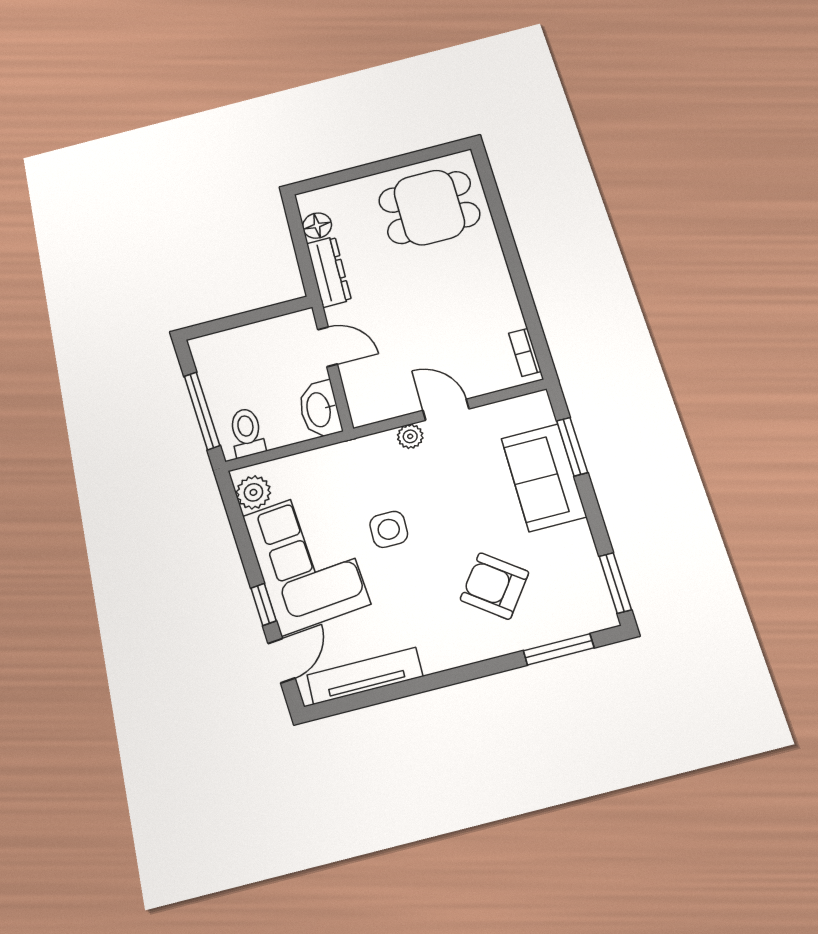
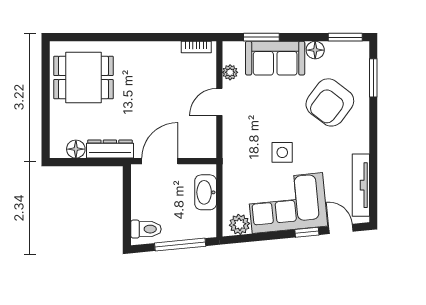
dining table: (429, 207) -> (83, 78), turned 90
door: (328, 347) -> (160, 161), width x1.38
washbasin: (320, 409) -> (206, 192), moved, turned 90
toilet: (247, 432) -> (146, 229), moved, turned 180
plant: (410, 436) -> (230, 72), moved
floor lamp: (577, 538) -> (315, 50), added
armchair: (495, 586) -> (330, 102), width x1.36, depth x1.36

